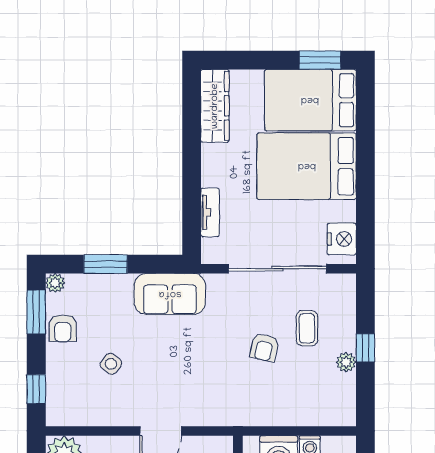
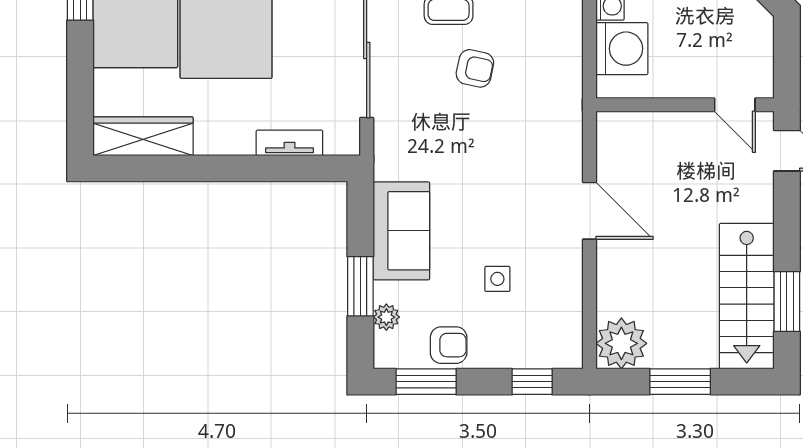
plant: (55, 283) -> (386, 317), moved
sofa: (170, 294) -> (401, 231), moved
side table: (111, 364) -> (497, 279), turned -37

